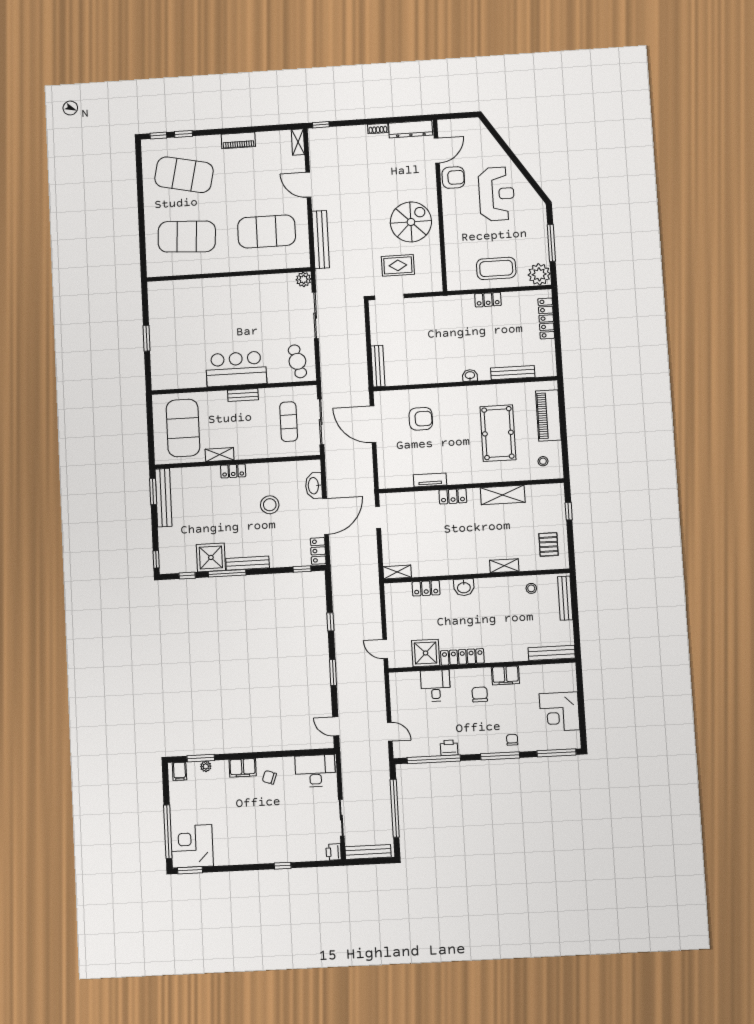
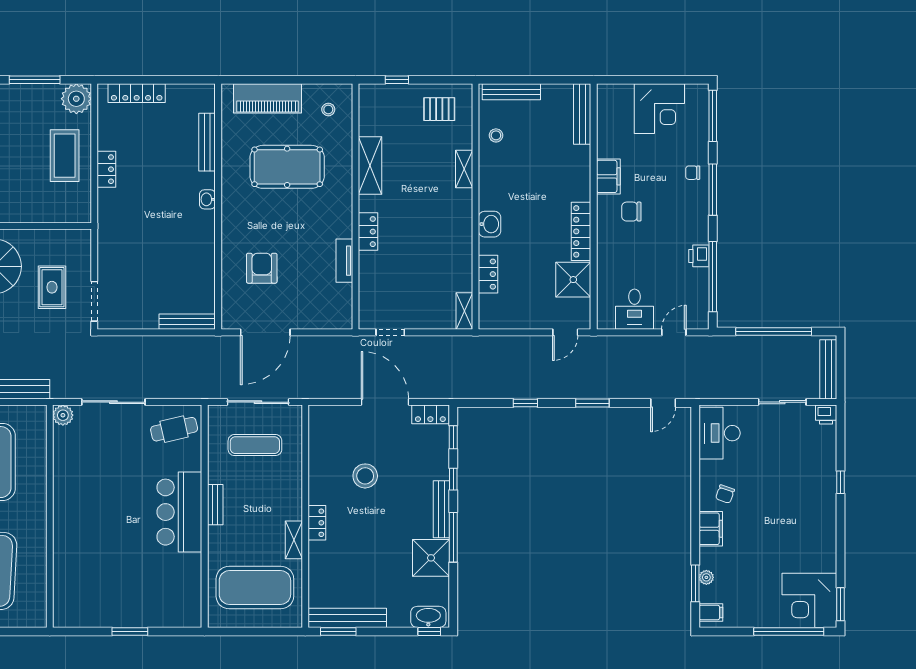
washbasin: (314, 486) -> (428, 617), moved, turned 180
window: (187, 576) -> (453, 479), moved
desk: (436, 686) -> (634, 309), moved, turned -90

